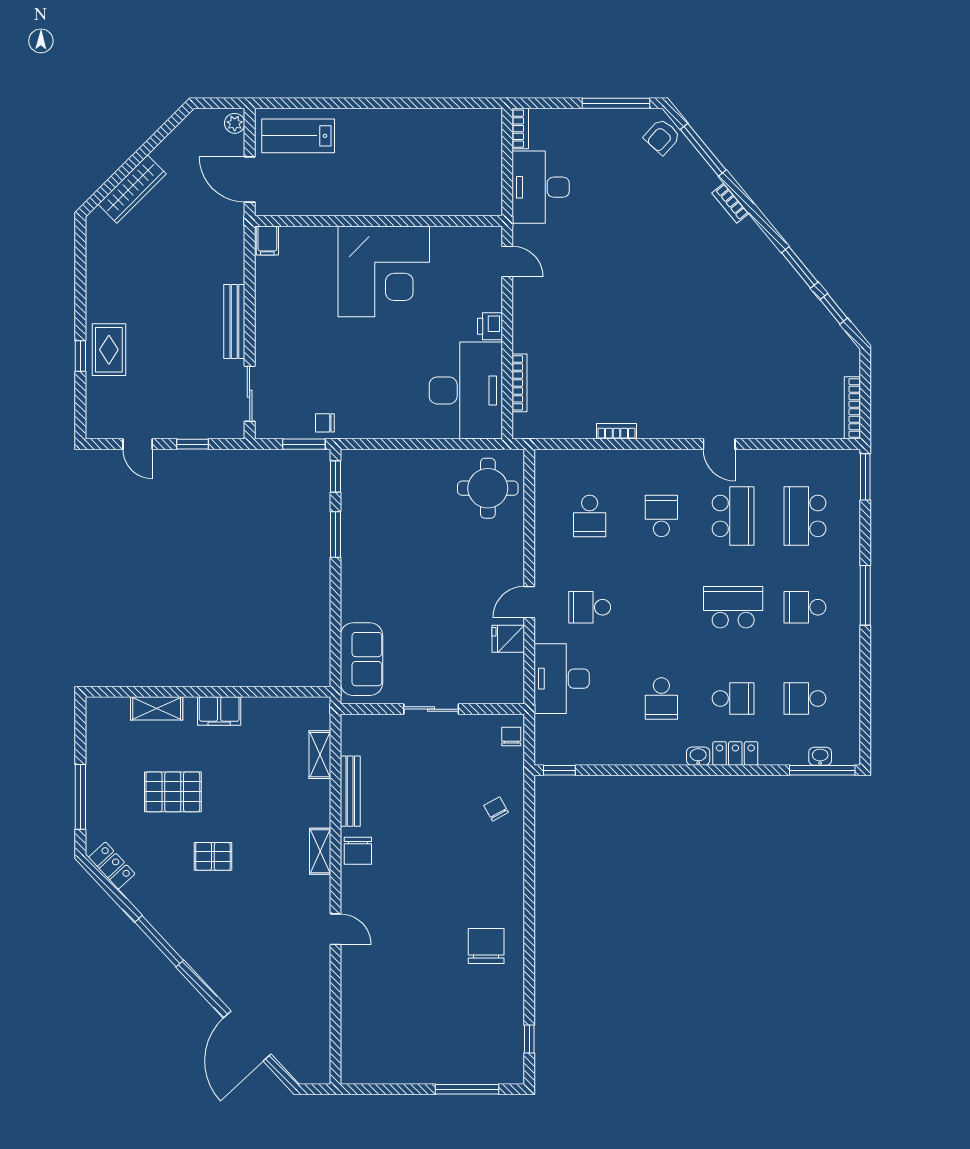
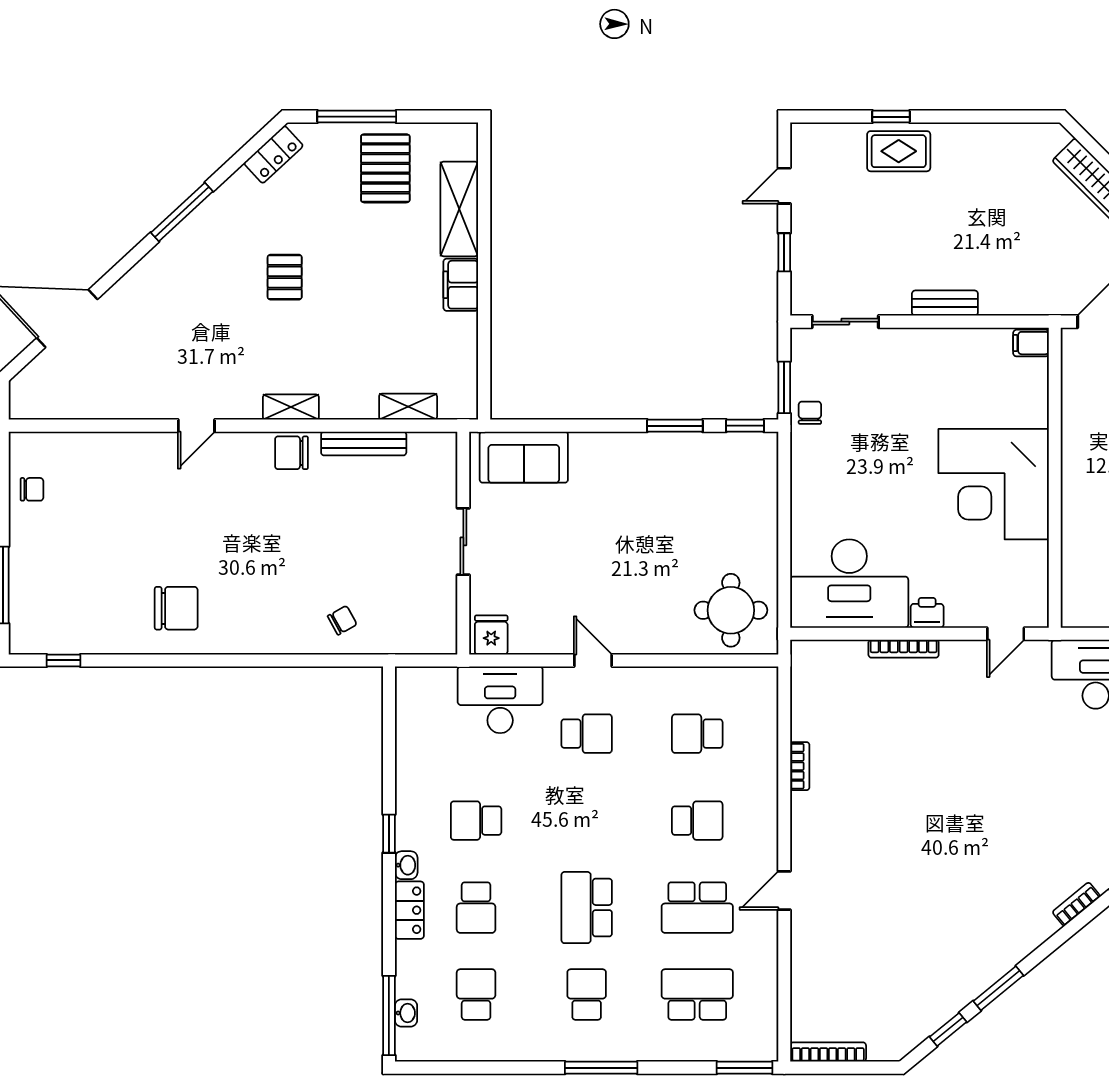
bench: (234, 321) -> (945, 303), width x0.73
bookcase: (520, 383) -> (904, 649), moved
school desk: (590, 607) -> (587, 734), turned 90
school desk: (733, 607) -> (587, 908), turned 180
fridge: (508, 639) -> (491, 635), moved
shelving: (157, 708) -> (459, 209), width x1.50, depth x1.33
chair: (511, 736) -> (32, 489), moved
window: (559, 770) -> (389, 834), moved
pallet: (173, 792) -> (385, 168), moved

